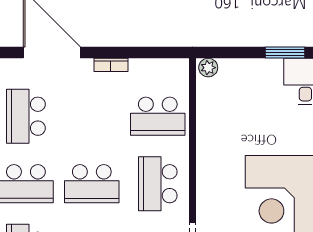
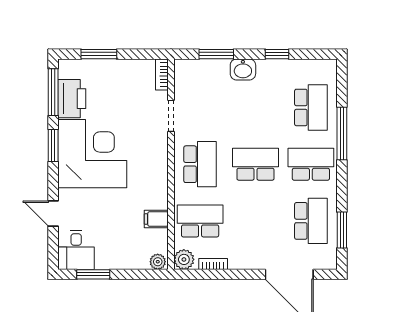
bookcase: (111, 65) -> (213, 264), moved
plant: (177, 70) -> (184, 259), added
filing cabinet: (210, 118) -> (156, 219), added

